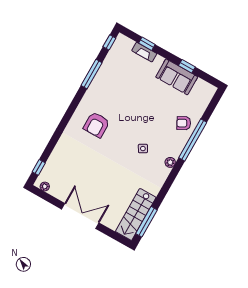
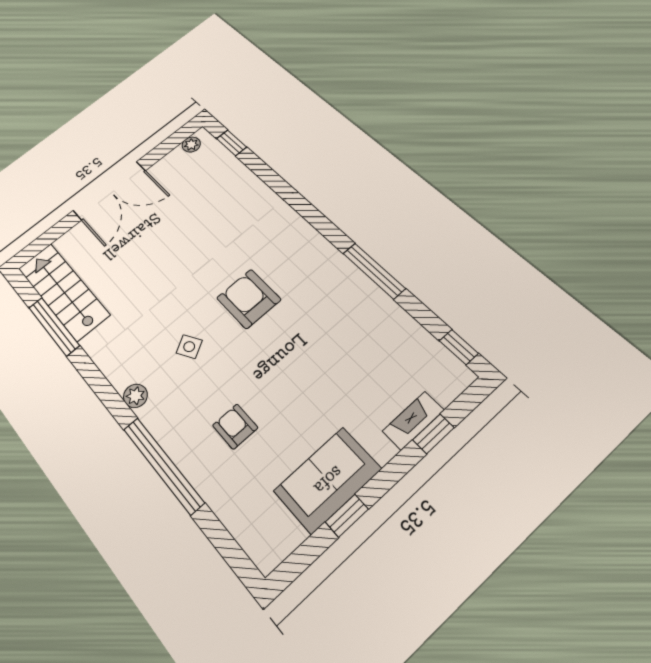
window: (92, 74) -> (374, 271), moved
armchair: (184, 123) -> (235, 426), moved, turned -62
armchair: (96, 125) -> (249, 299), moved
window: (147, 222) -> (54, 326), moved

